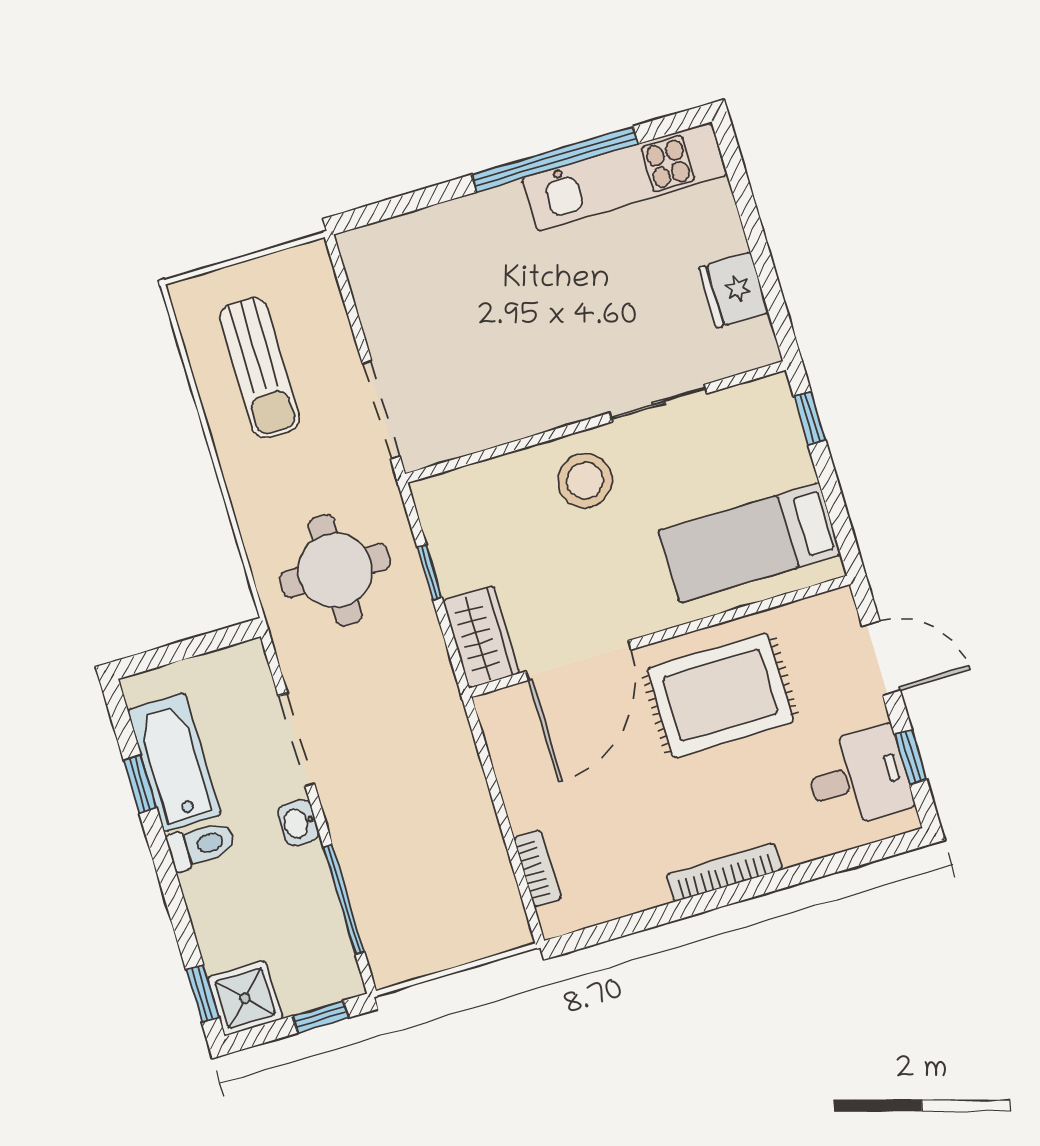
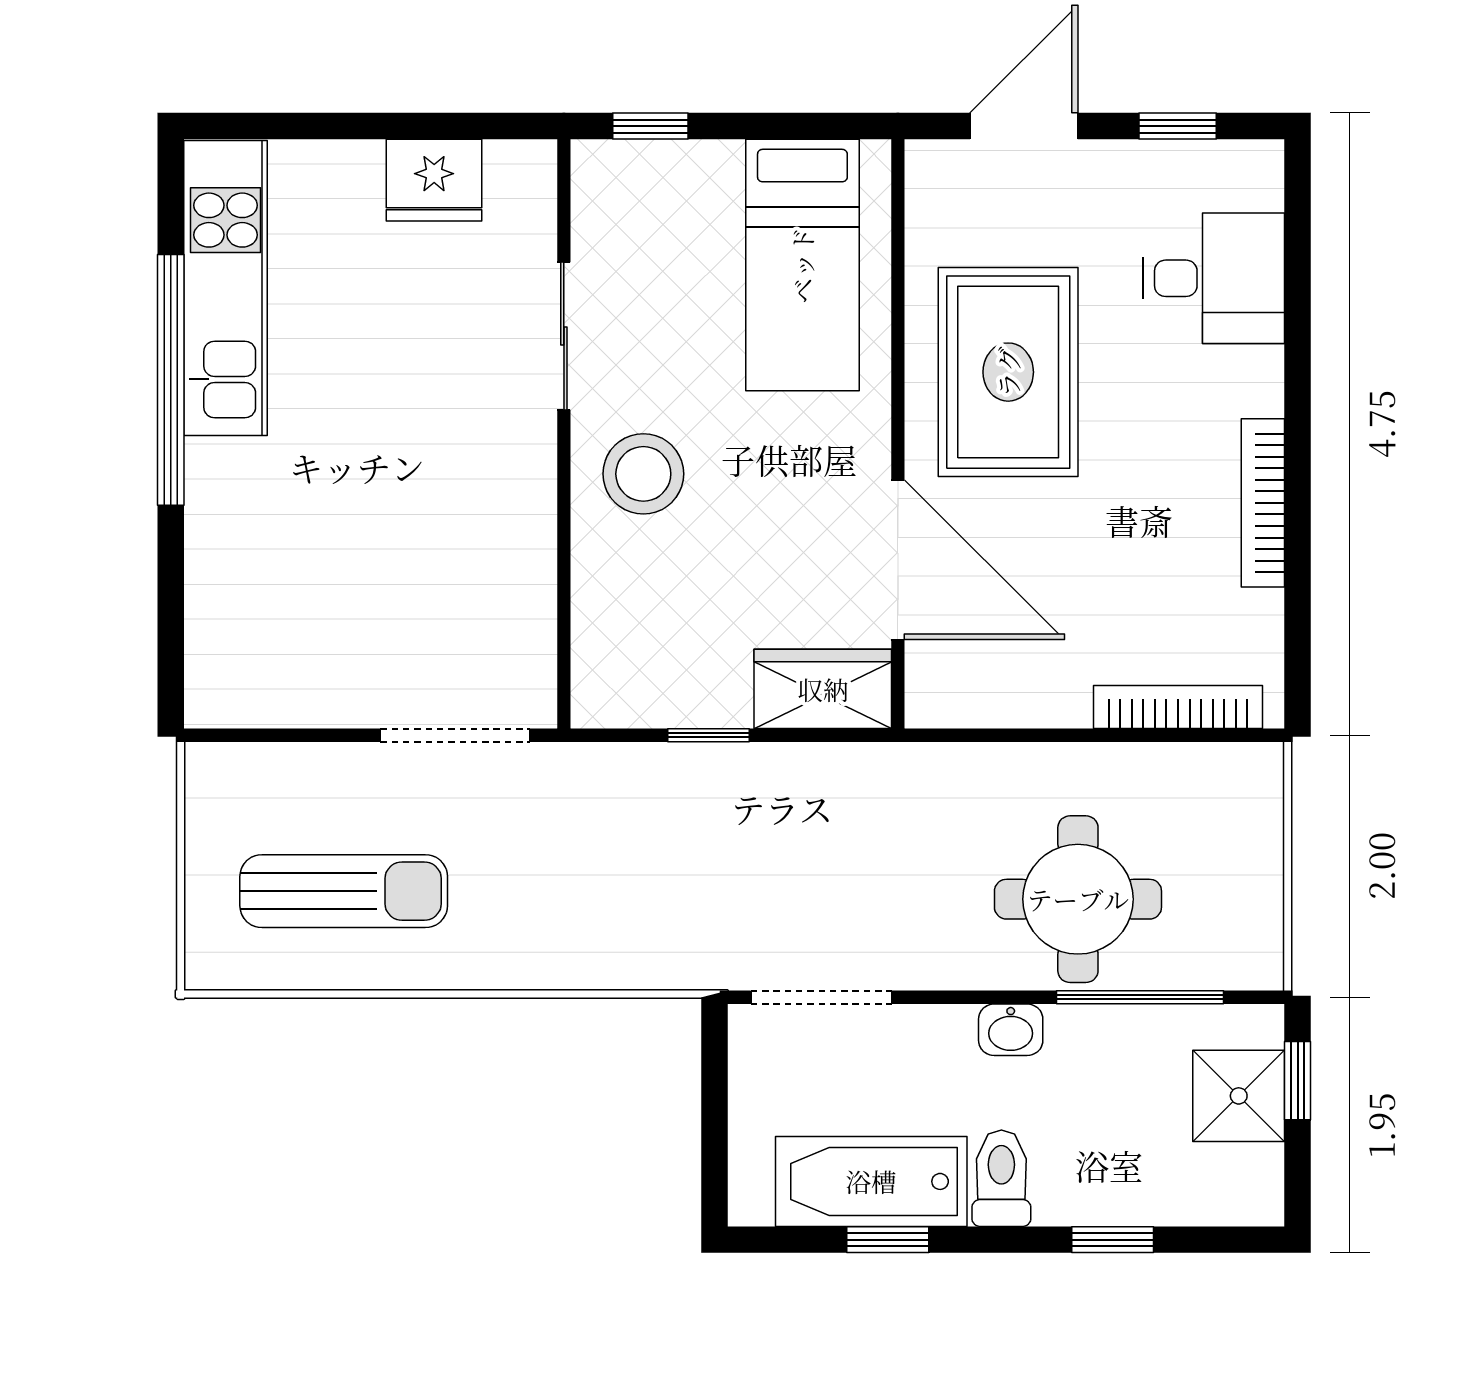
round table: (335, 570) -> (1078, 899), moved
doorway: (296, 740) -> (821, 997), moved
desk: (858, 777) -> (1214, 278), moved, turned 90
bookcase: (538, 869) -> (1178, 707), width x1.56
bookcase: (724, 872) -> (1263, 503), moved
window: (202, 993) -> (1113, 1240), moved
shower: (245, 998) -> (1239, 1096), moved

